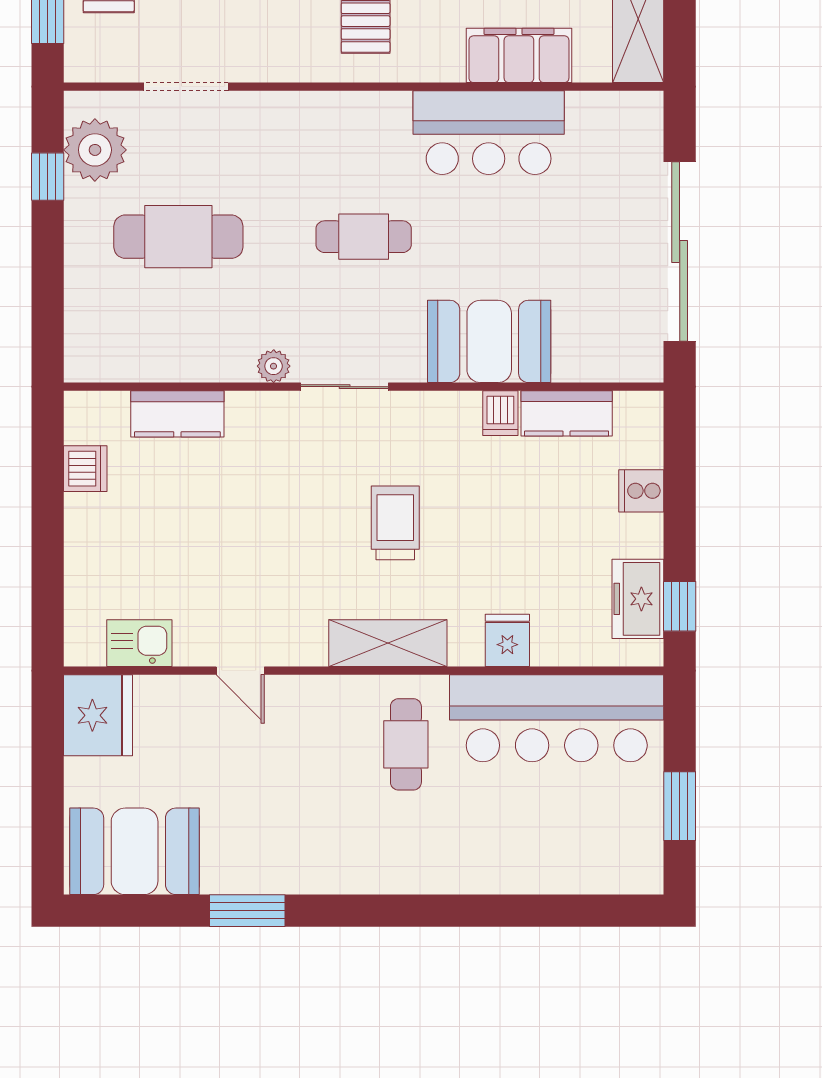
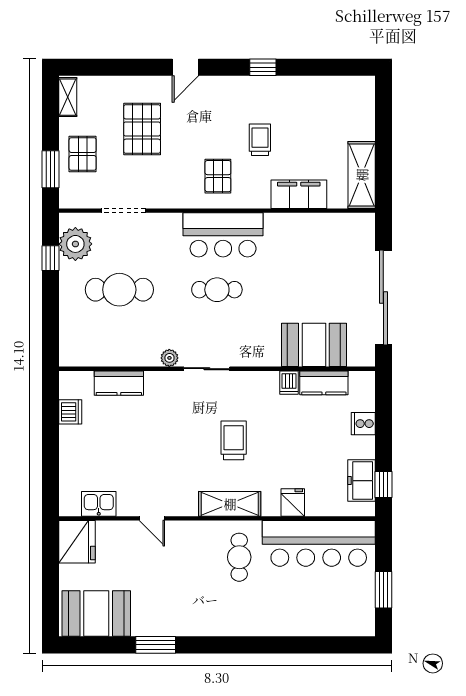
bar counter: (489, 133) -> (223, 235), moved
booth: (489, 341) -> (314, 345), moved

